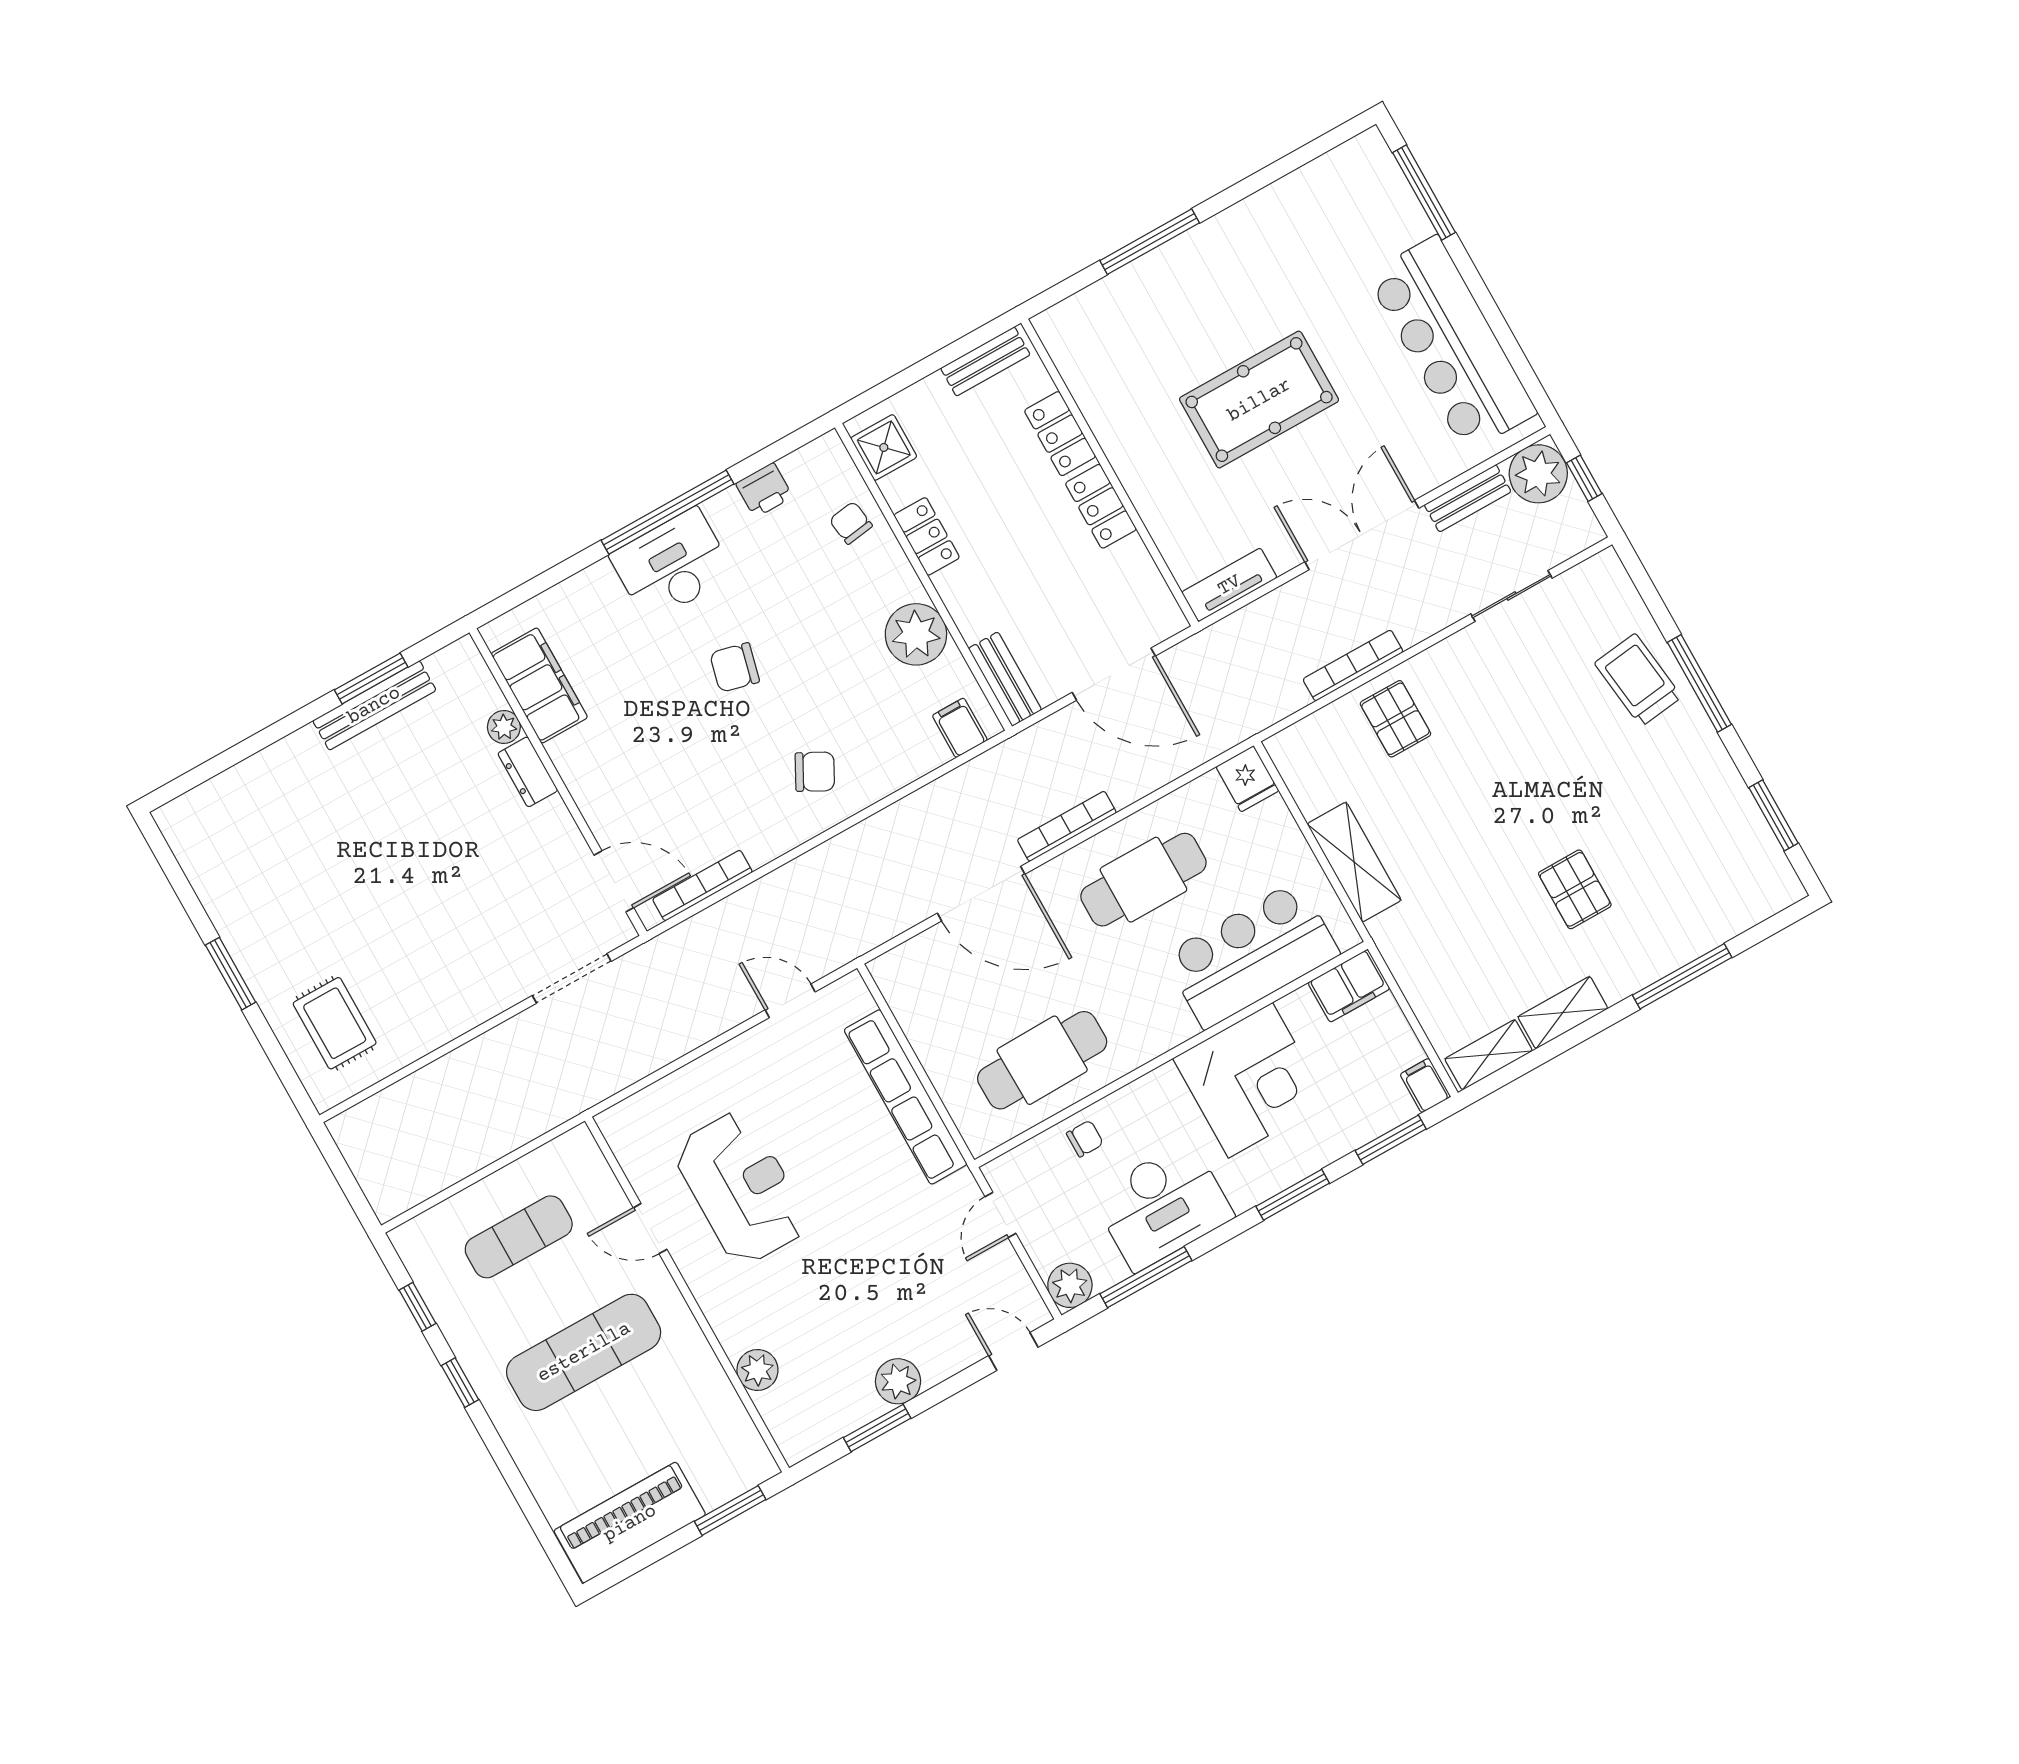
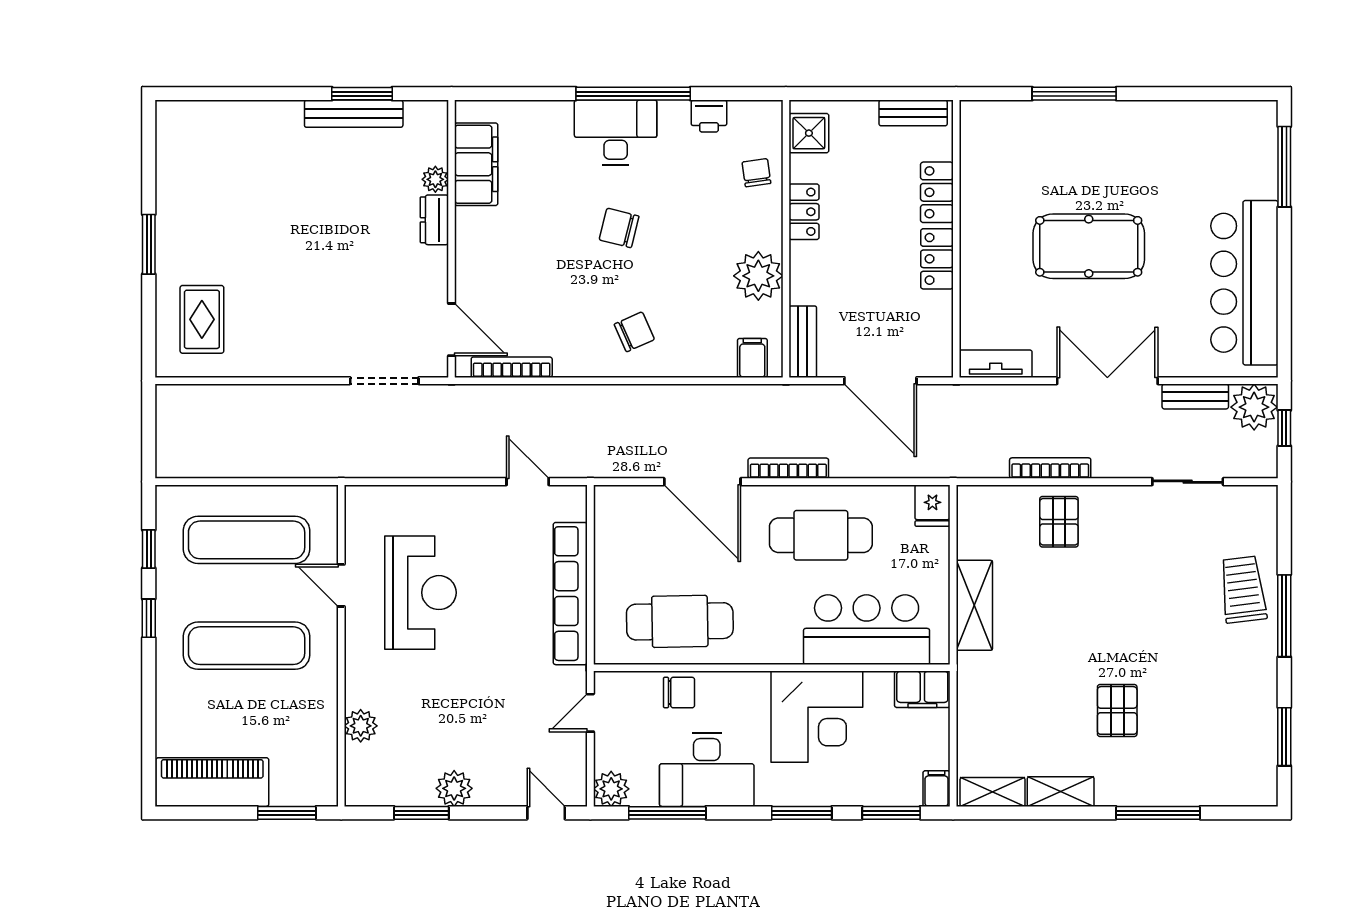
chair: (815, 772) -> (634, 332), turned -52
chair: (1085, 1139) -> (679, 693), width x1.37, depth x1.37
exercise mat: (519, 1237) -> (247, 540), width x1.36, depth x1.45

